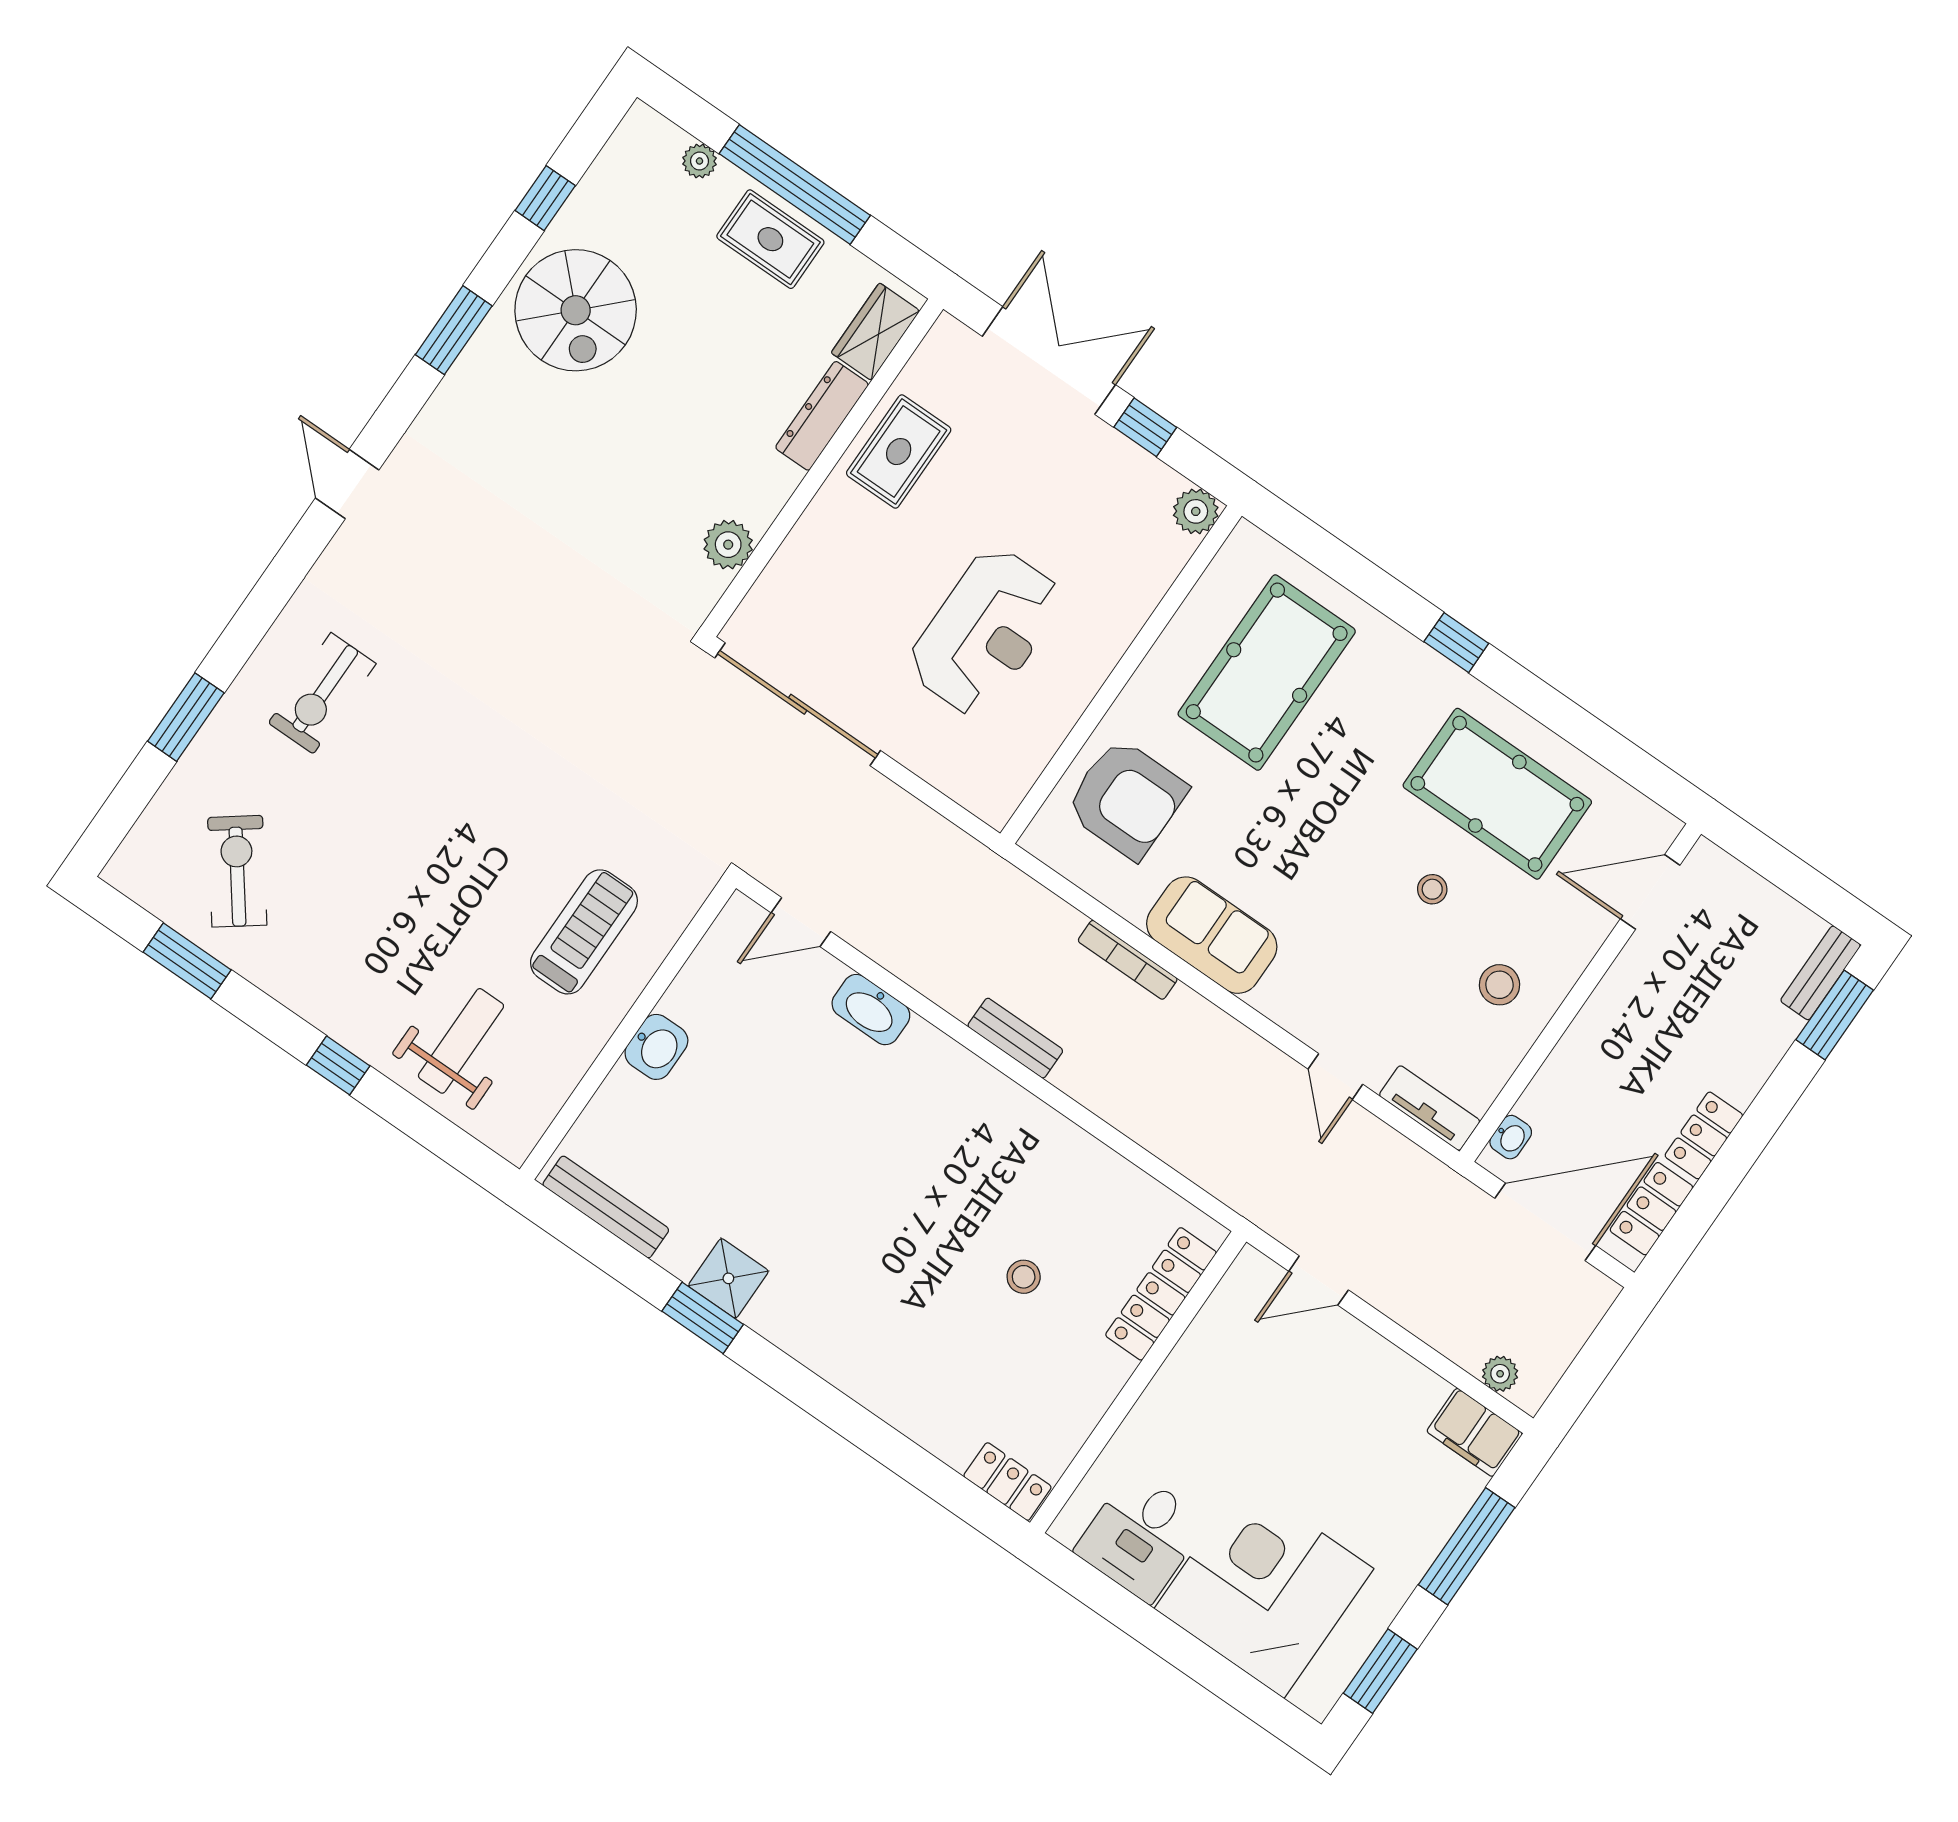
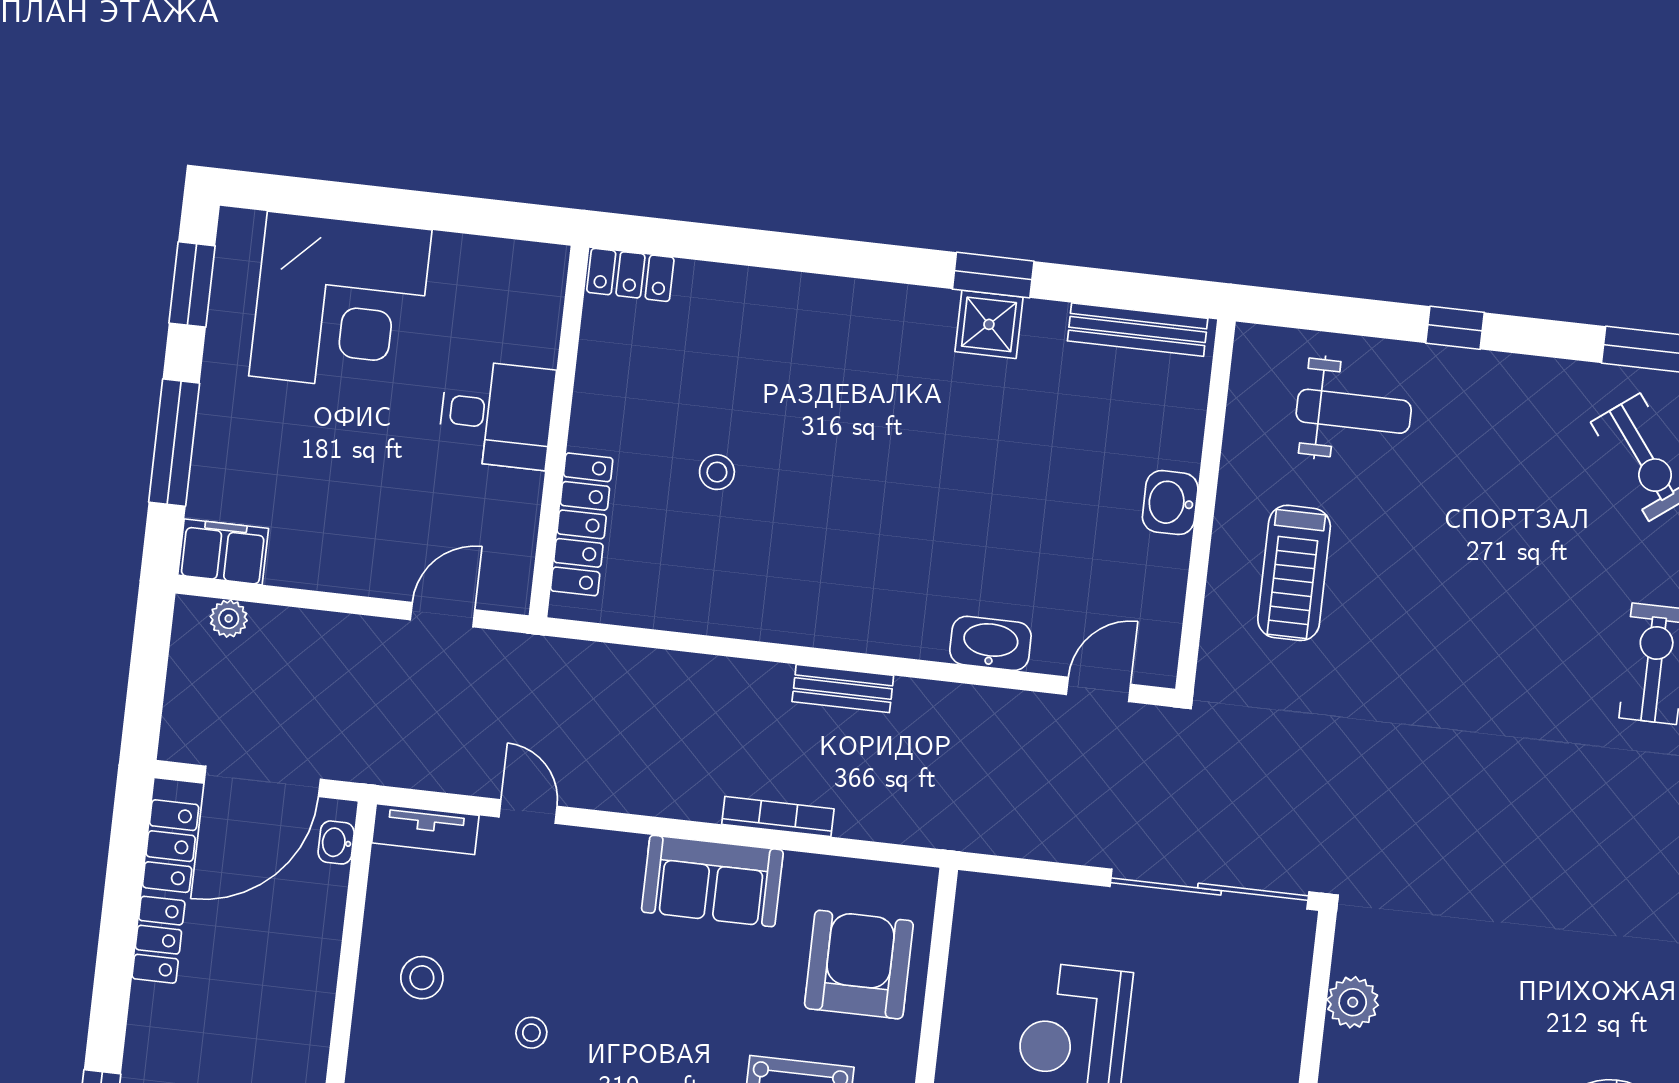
armchair: (1126, 799) -> (859, 965), turned 90
weight bench: (461, 1041) -> (1354, 411), turned -90
desk: (1141, 1536) -> (497, 414), moved, turned 90

